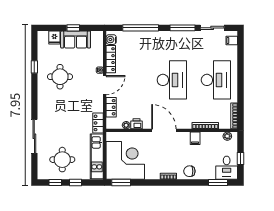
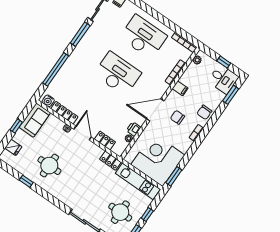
sofa: (76, 40) -> (35, 120), moved
chair: (170, 152) -> (177, 117), added

